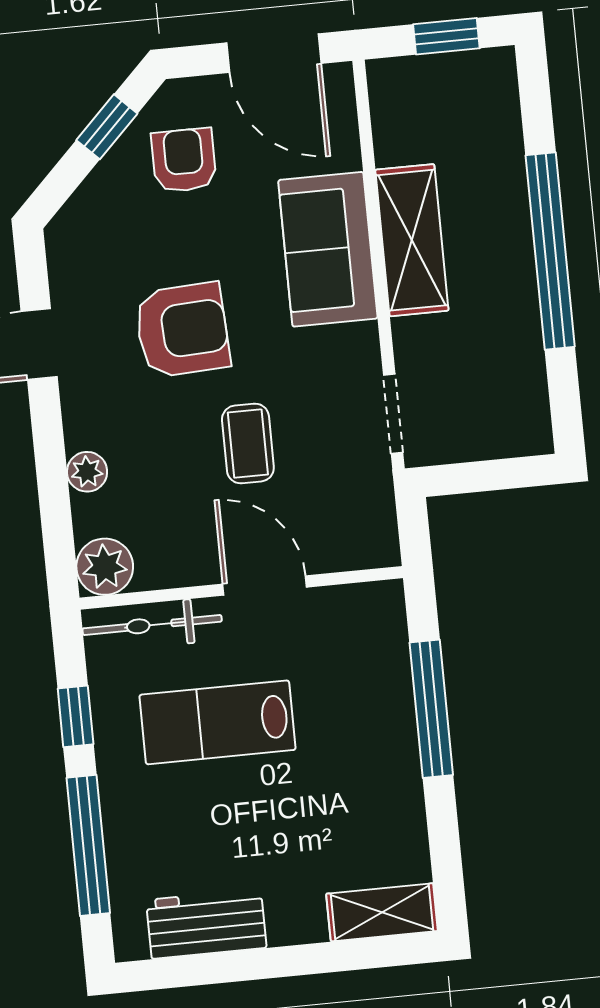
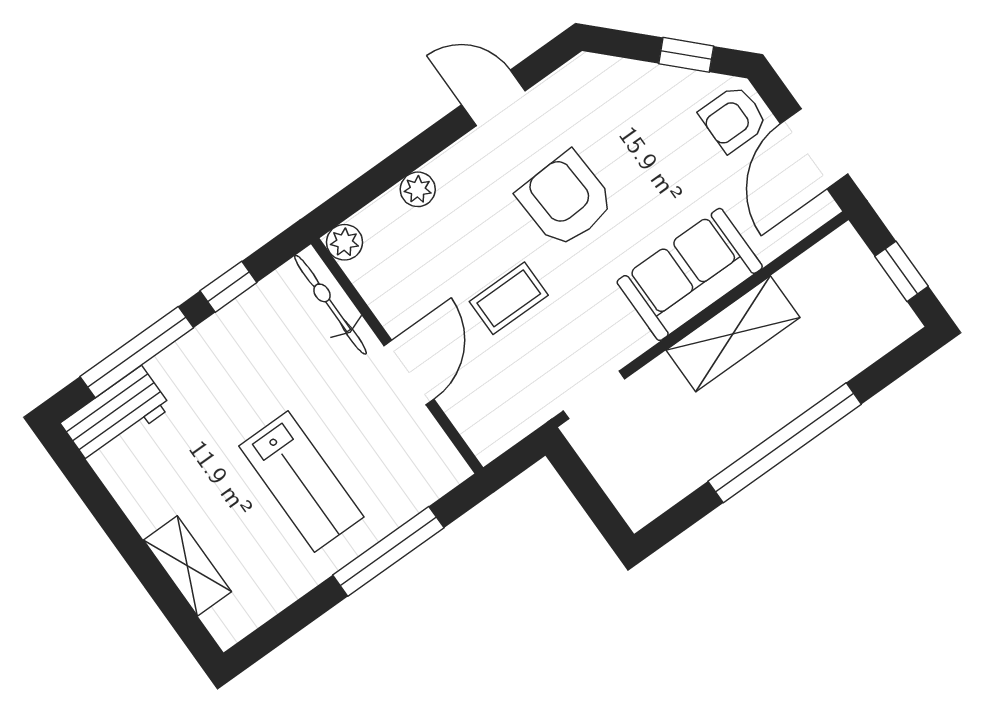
armchair: (184, 160) -> (733, 119), moved, turned 180
armchair: (182, 330) -> (566, 200), turned 180
plant: (105, 567) -> (345, 242), width x0.73, depth x0.73
lab bench: (217, 722) -> (301, 482), moved, turned 180
shelving: (382, 912) -> (187, 566), moved
workbench: (206, 924) -> (116, 415), moved, turned 90

